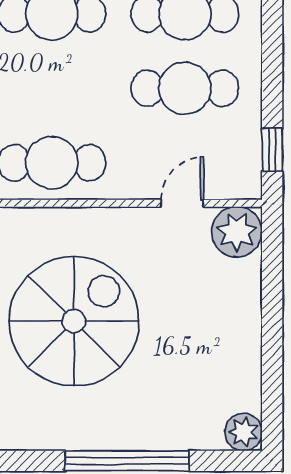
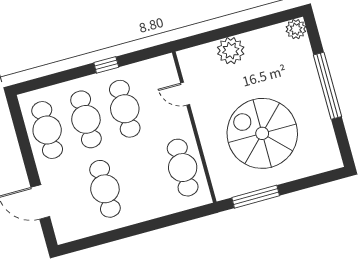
window: (272, 150) -> (106, 65), moved
plant: (237, 232) -> (231, 51), moved

